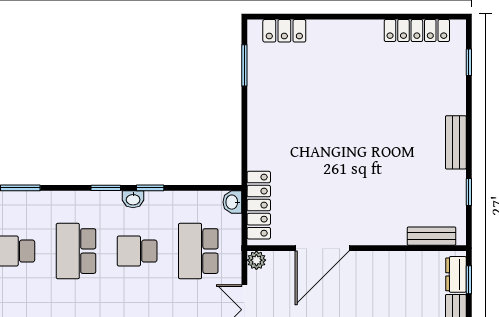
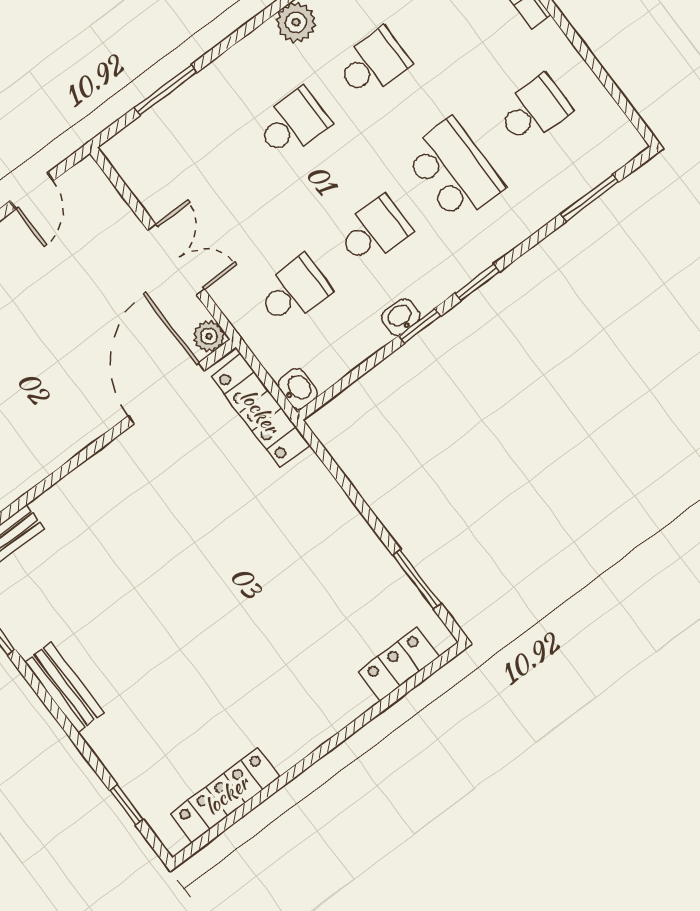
washbasin: (133, 199) -> (401, 317), moved
door: (322, 248) -> (166, 393), moved
school desk: (198, 251) -> (294, 291), width x0.54

